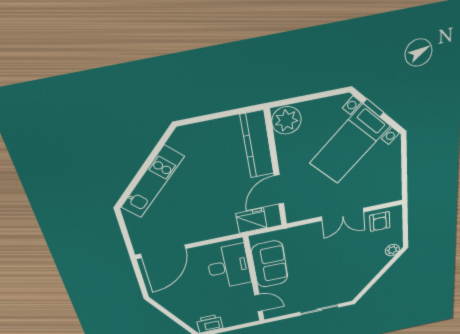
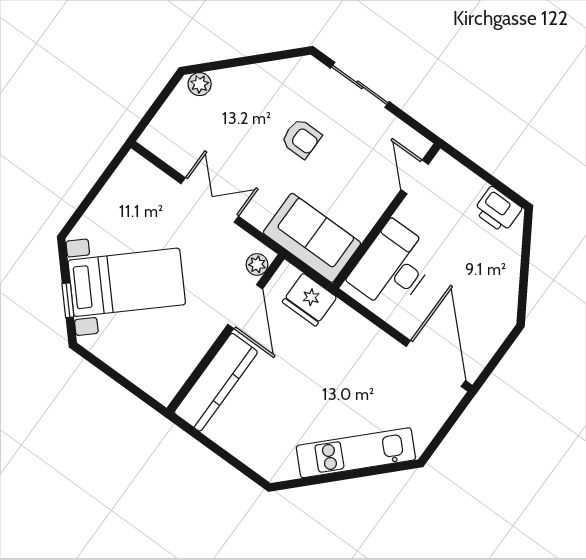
plant: (286, 120) -> (257, 264), moved, width x0.53, depth x0.53
door: (279, 190) -> (245, 307), hinge flipped
armchair: (380, 222) -> (301, 138), moved, turned 90
door: (163, 251) -> (436, 364), hinge flipped
sofa: (270, 264) -> (312, 238), moved, turned 90

